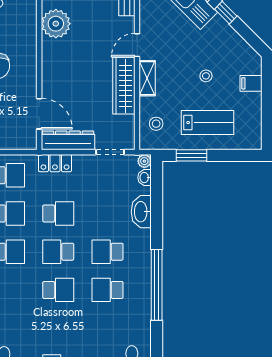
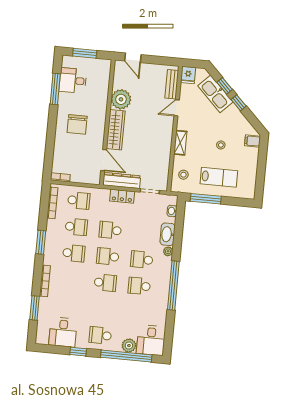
door: (137, 45) -> (177, 108), moved
filing cabinet: (251, 83) -> (252, 141), moved
wardrobe: (124, 86) -> (116, 130), moved, turned 180
window: (192, 155) -> (206, 199), width x1.44
plant: (144, 161) -> (168, 251), moved
locker: (55, 163) -> (122, 196), moved
school desk: (58, 213) -> (110, 230), turned 180

